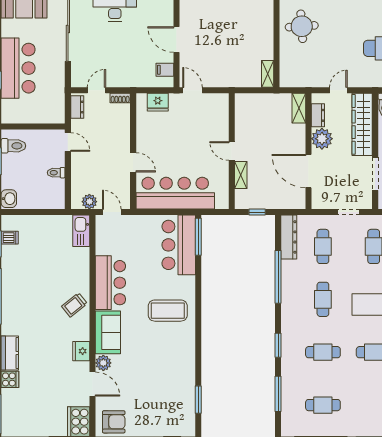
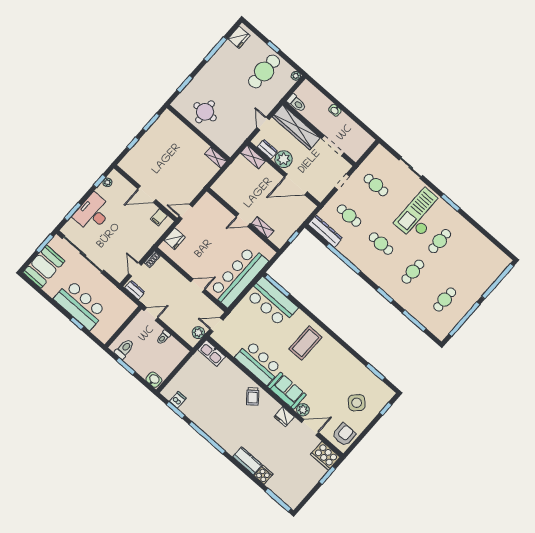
side table: (154, 407) -> (357, 403), added

